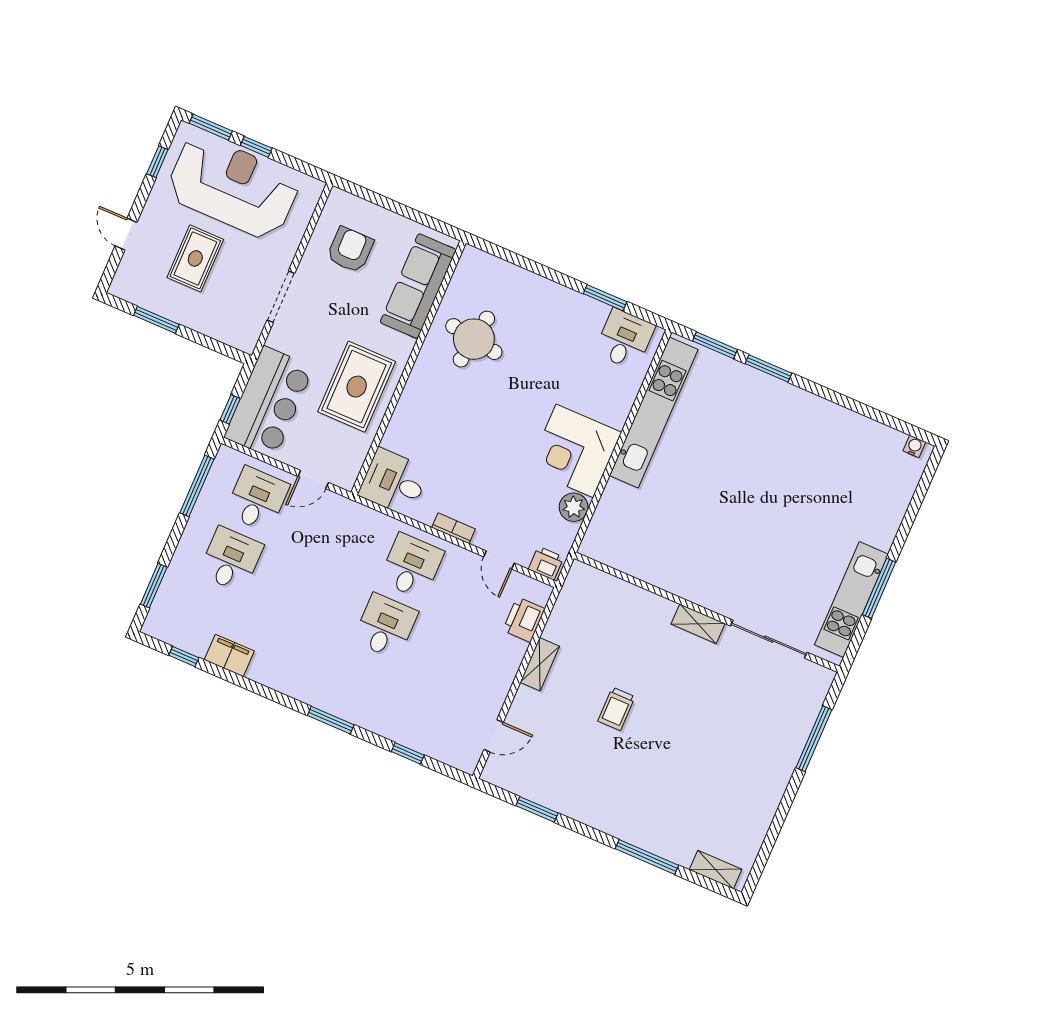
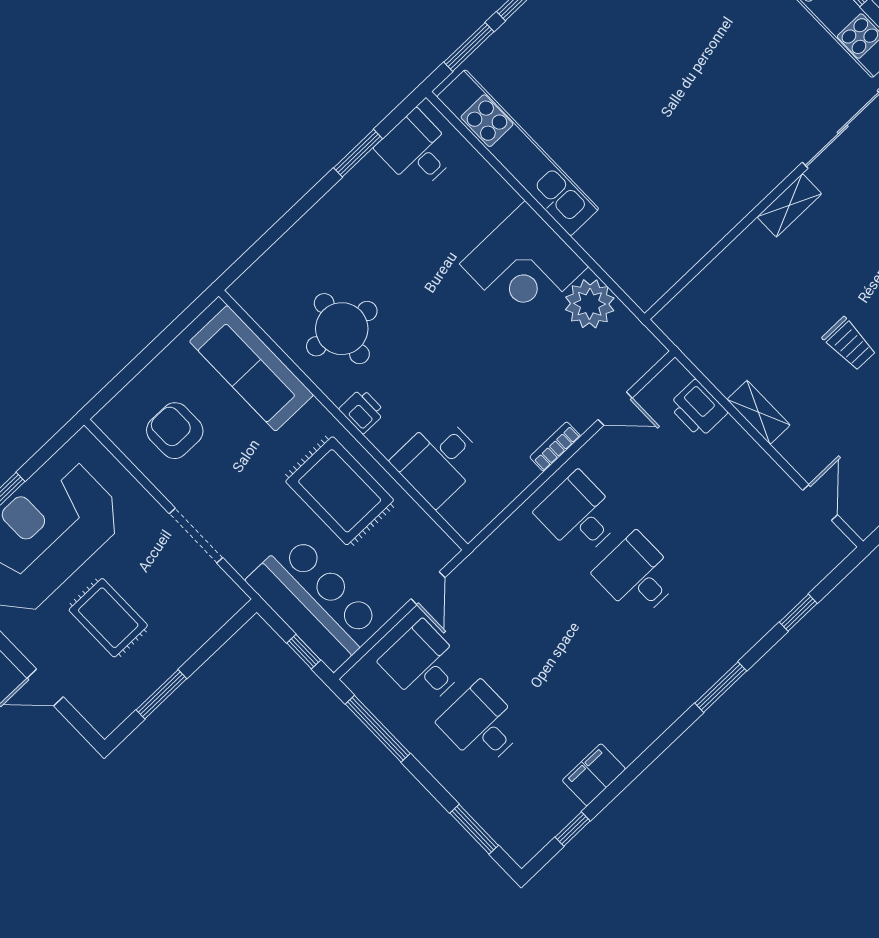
desk: (394, 482) -> (438, 460), moved
plant: (574, 507) -> (590, 304), width x1.36, depth x1.36
printer: (546, 563) -> (362, 411), moved, turned 90

